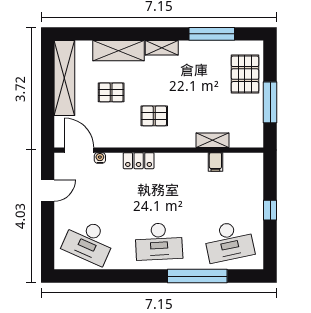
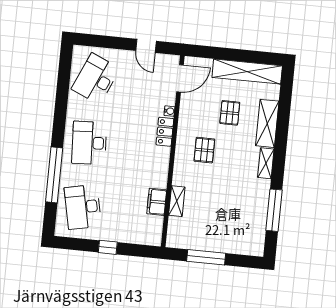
pallet: (245, 74) -> (234, 237), removed
water cooler: (100, 158) -> (169, 111), moved
filing cabinet: (215, 162) -> (157, 202), width x2.00

